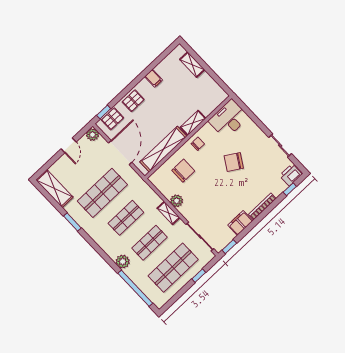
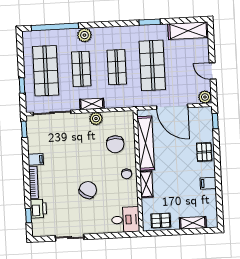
pallet: (112, 119) -> (161, 221), moved, turned 90
desk: (229, 119) -> (126, 220), width x0.73
printer: (291, 175) -> (38, 209), moved
filing cabinet: (240, 223) -> (36, 159), width x0.50

